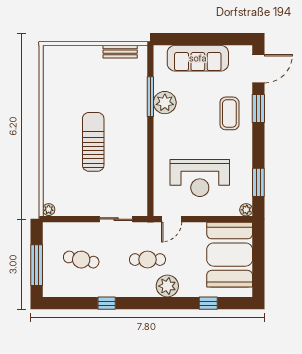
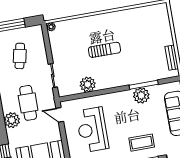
sun lounger: (93, 142) -> (105, 50), width x0.73, depth x0.75
plant: (137, 173) -> (88, 84), added
cafe table: (147, 260) -> (28, 103), width x1.37, depth x1.35

